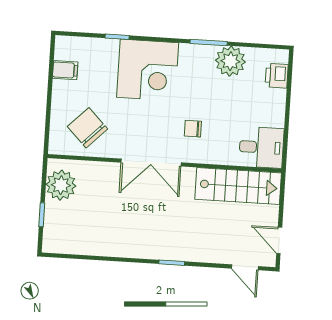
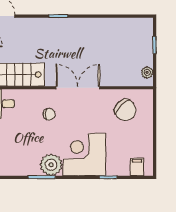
plant: (230, 61) -> (51, 165), moved
filing cabinet: (65, 70) -> (137, 167), moved, turned 90
plant: (61, 185) -> (147, 72), width x0.53, depth x0.53

